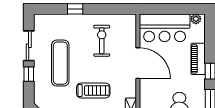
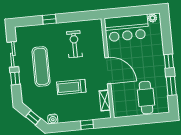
piano: (198, 59) -> (158, 52), removed
door: (138, 63) -> (108, 71), moved
treadmill: (93, 91) -> (71, 87), turned 180

